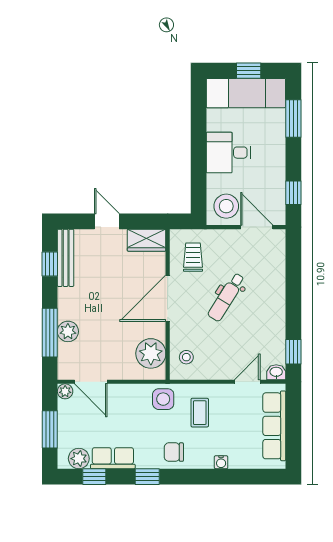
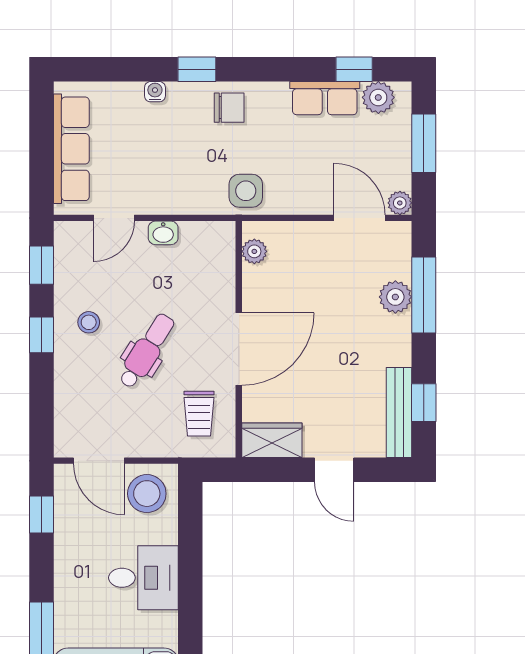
window: (293, 307) -> (42, 335), added
plant: (151, 353) -> (254, 251), width x0.53, depth x0.53
stool: (186, 357) -> (89, 322), moved
washbasin: (276, 372) -> (163, 233), moved
coffee table: (200, 413) -> (188, 169), removed
window: (147, 477) -> (197, 69), moved

